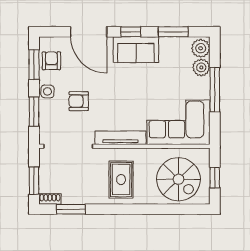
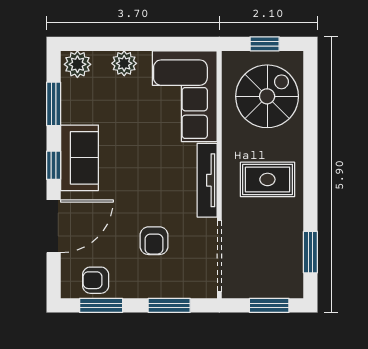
plant: (201, 67) -> (124, 63), moved
window: (215, 90) -> (137, 44), removed
side table: (47, 91) -> (140, 286), removed
shoe rack: (50, 199) -> (296, 282), removed

